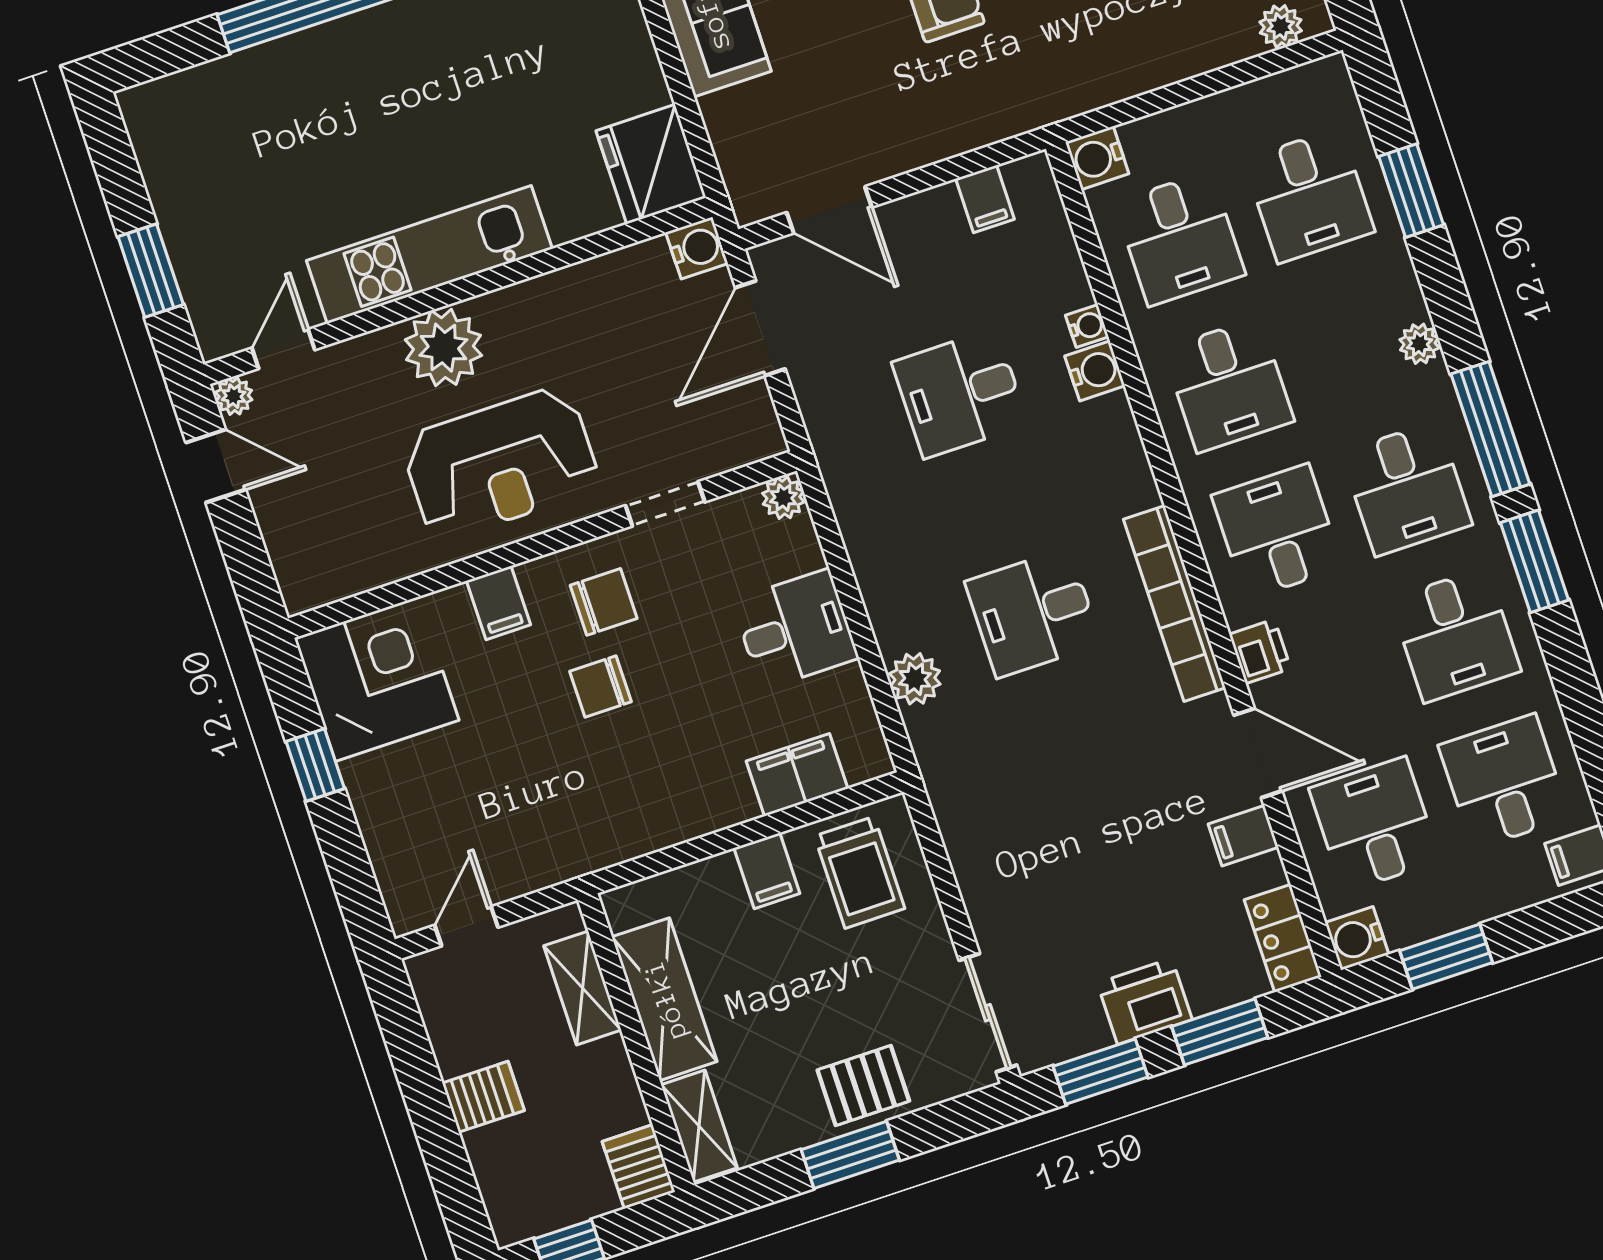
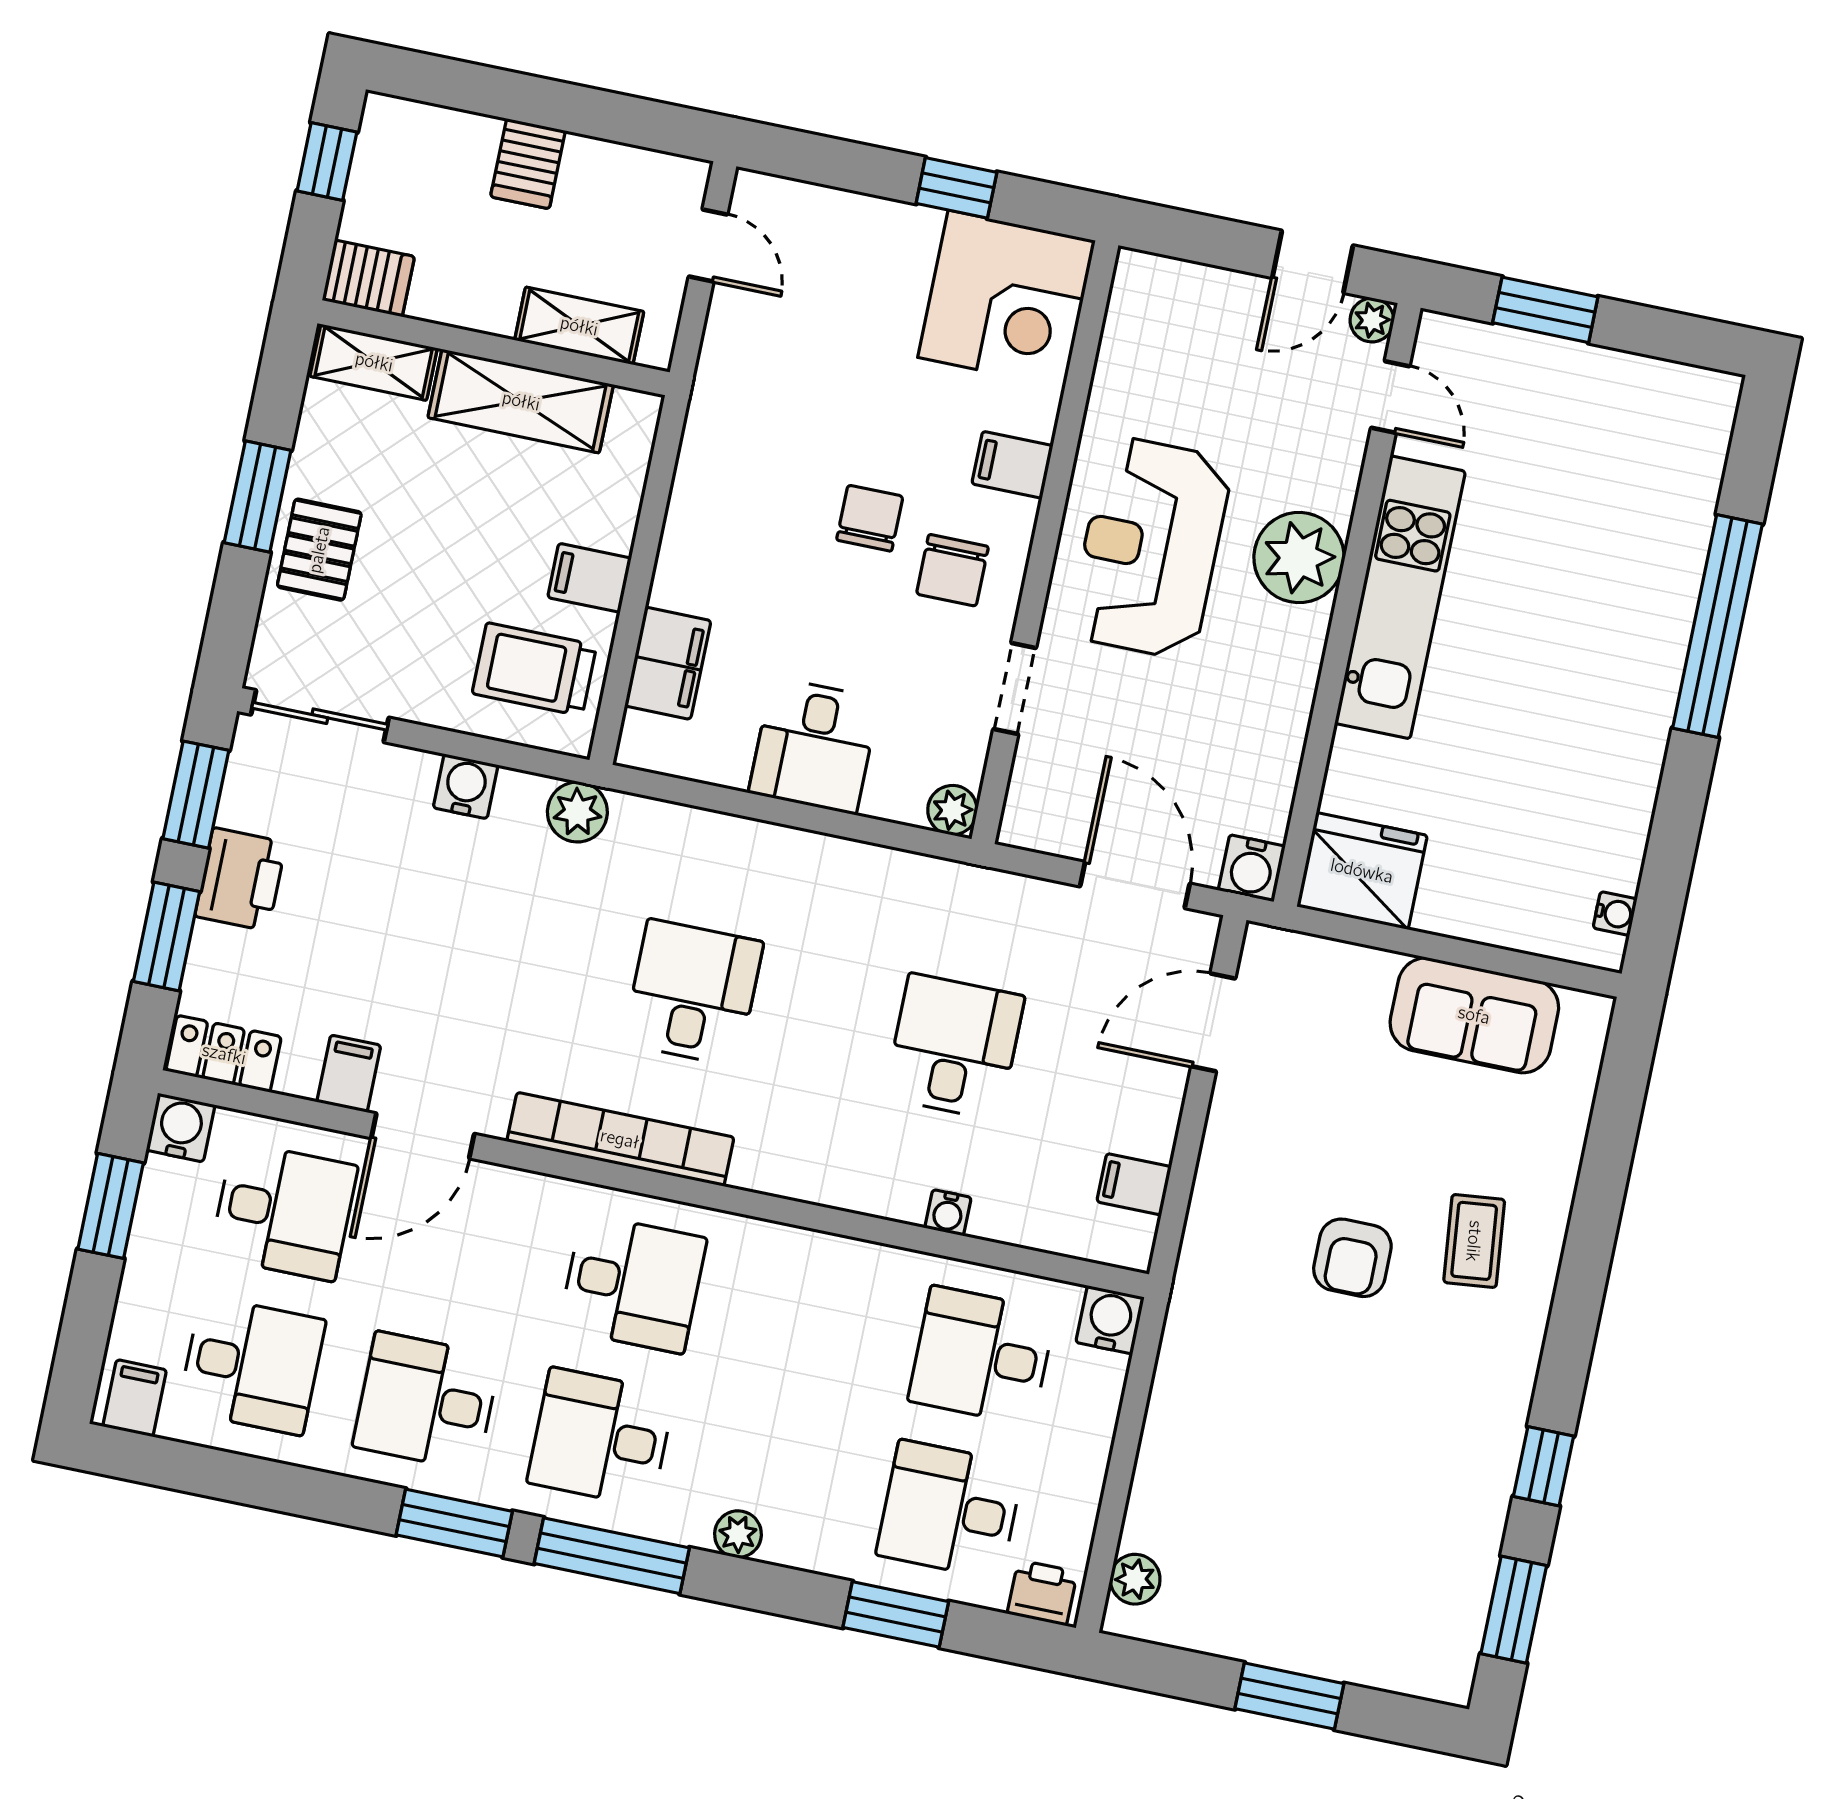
water cooler: (1095, 371) -> (466, 786), moved, turned 180
desk: (1228, 385) -> (807, 1320), removed
printer: (1260, 651) -> (1042, 1593), moved, turned 180
plant: (915, 679) -> (577, 812), moved

